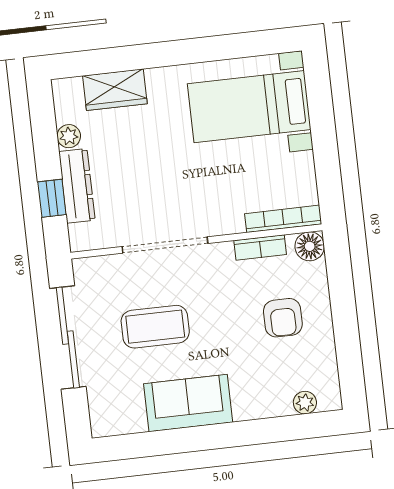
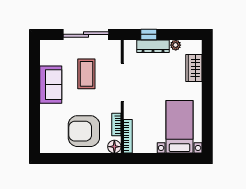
armchair: (283, 318) -> (84, 131), width x1.88, depth x1.88
plant: (305, 403) -> (45, 137), removed

